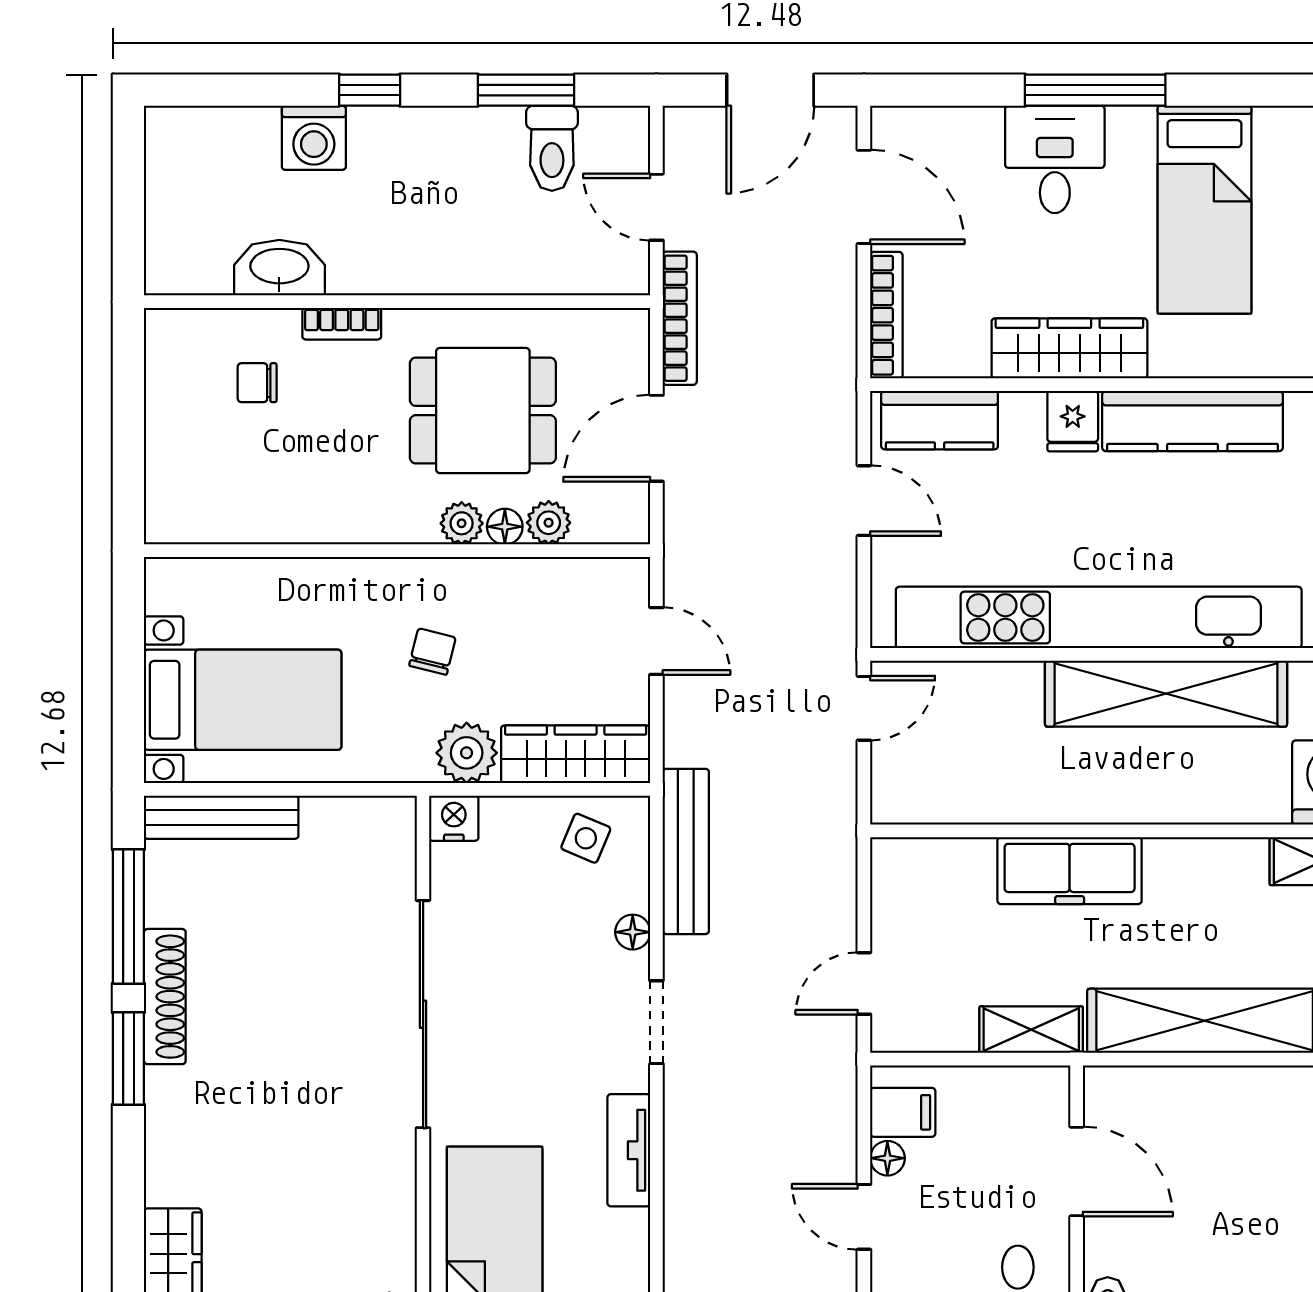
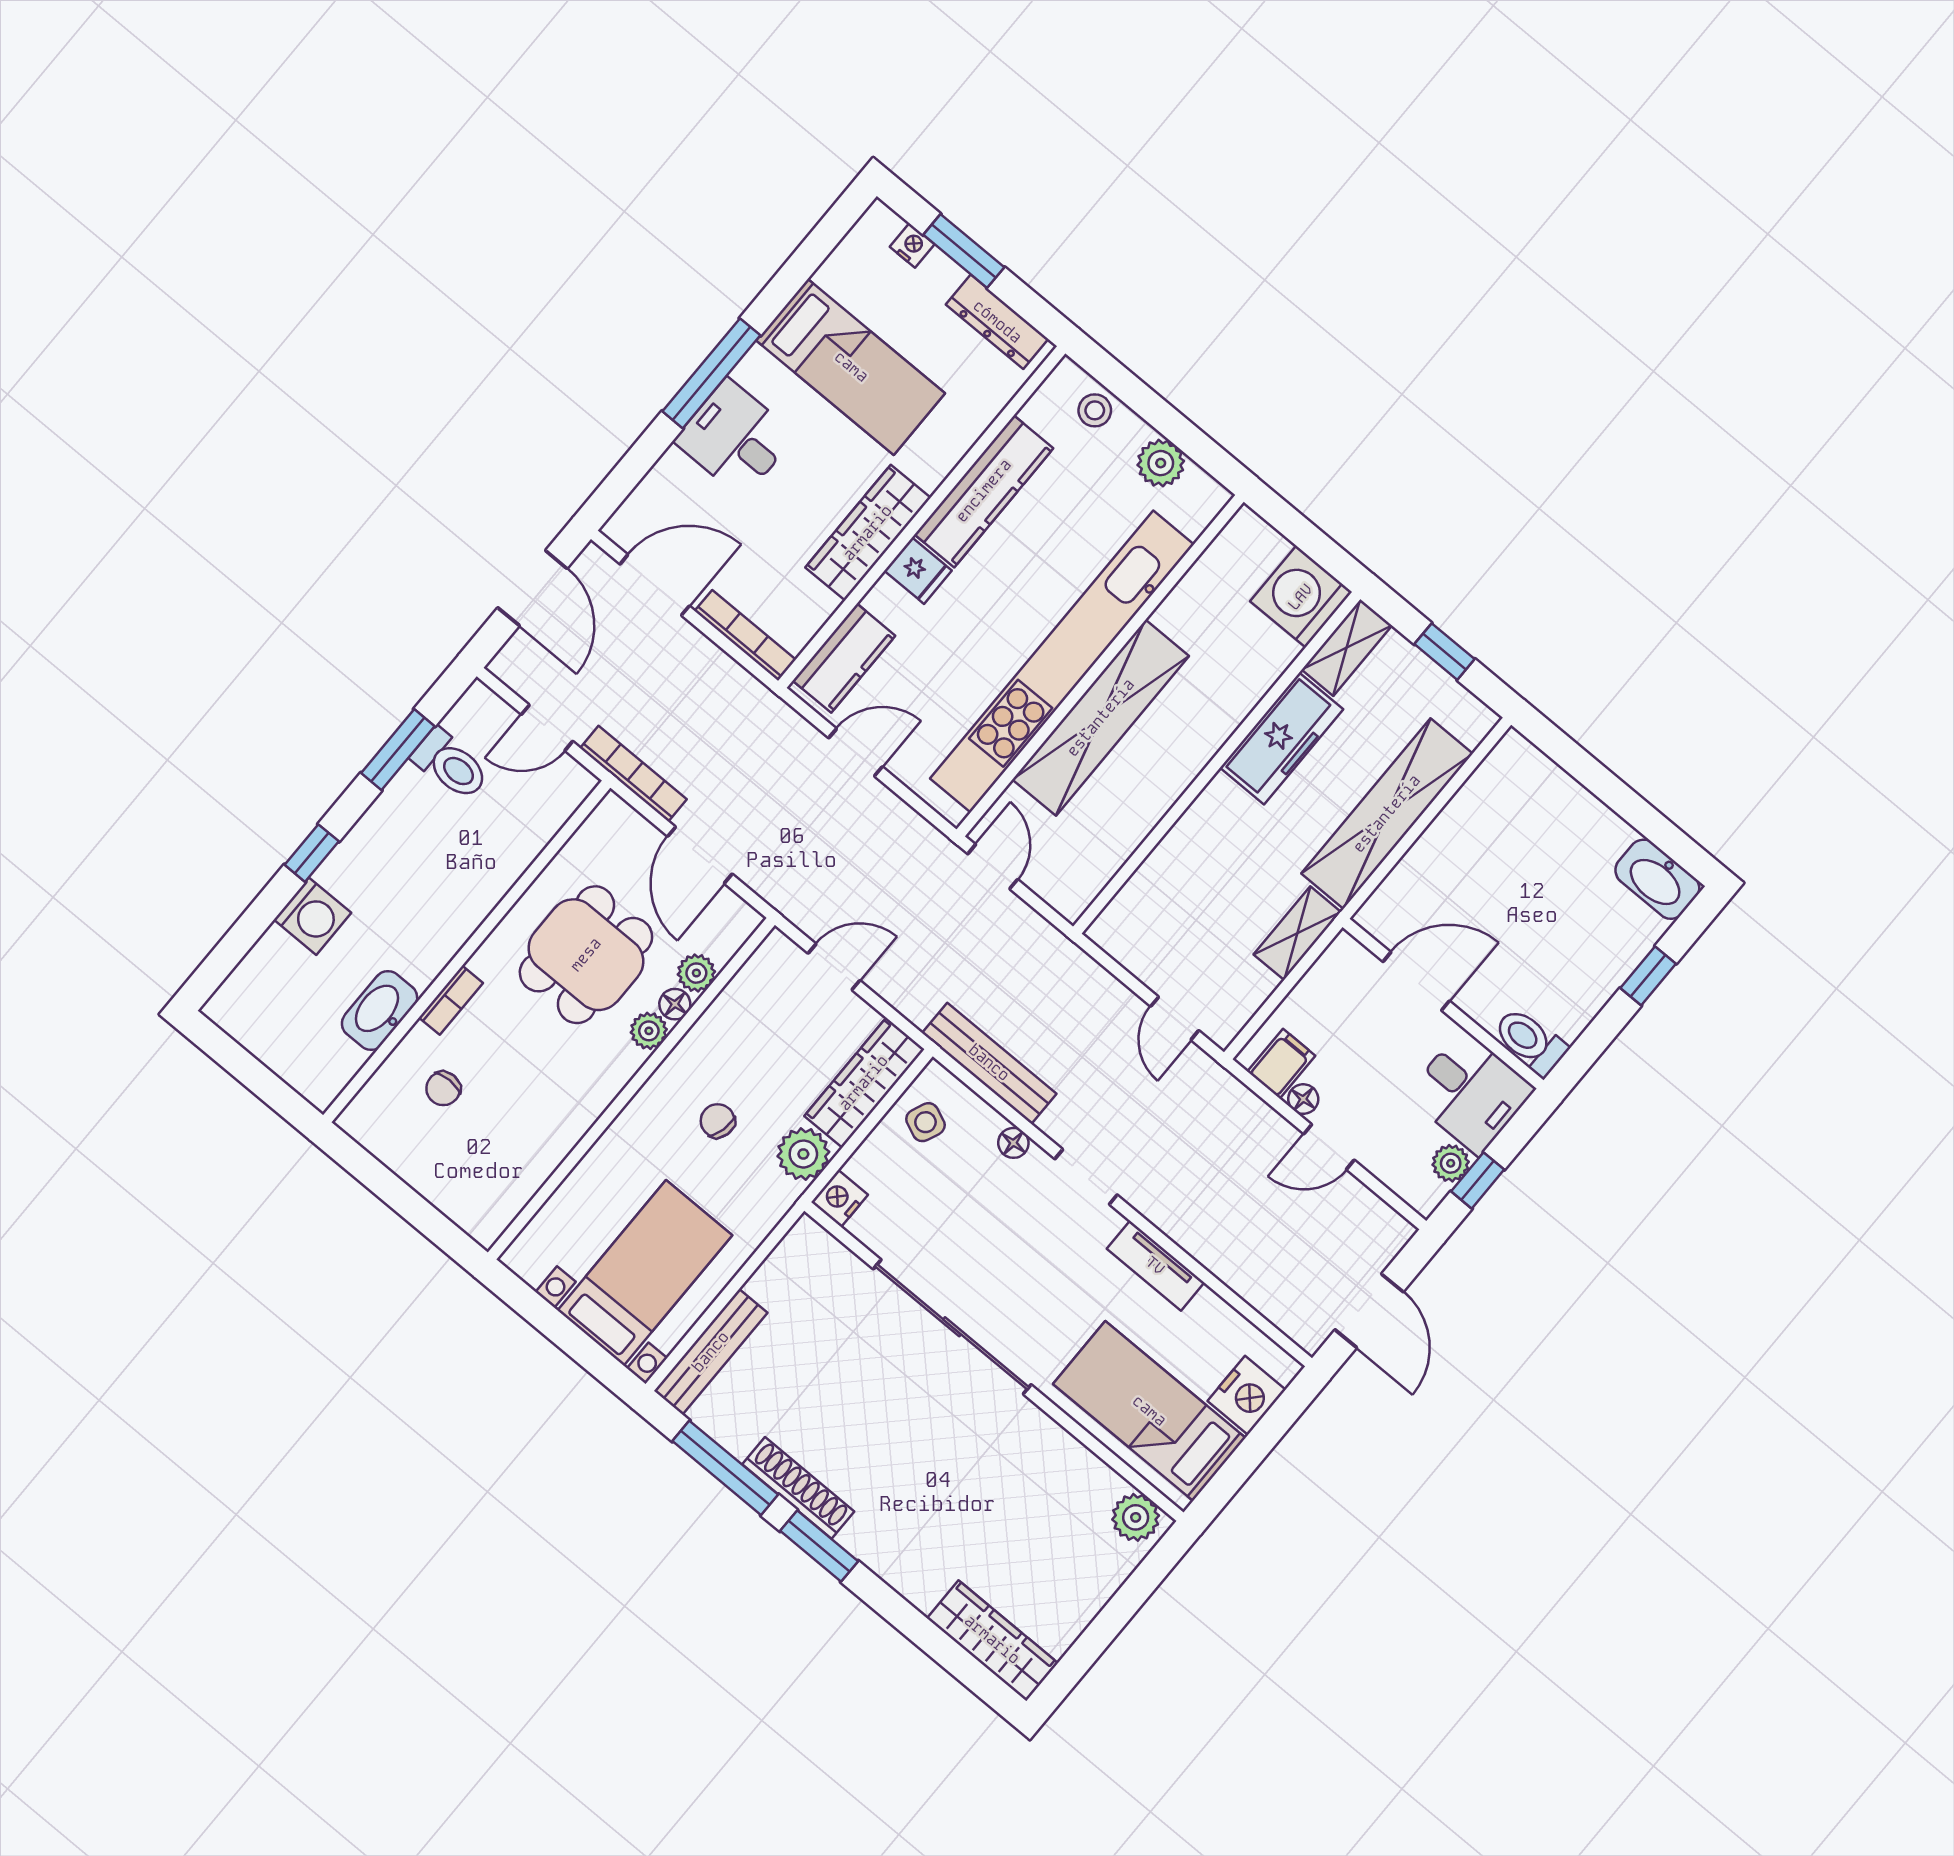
shelving: (1166, 694) -> (1101, 718), moved
freezer: (1070, 871) -> (1281, 738), moved

